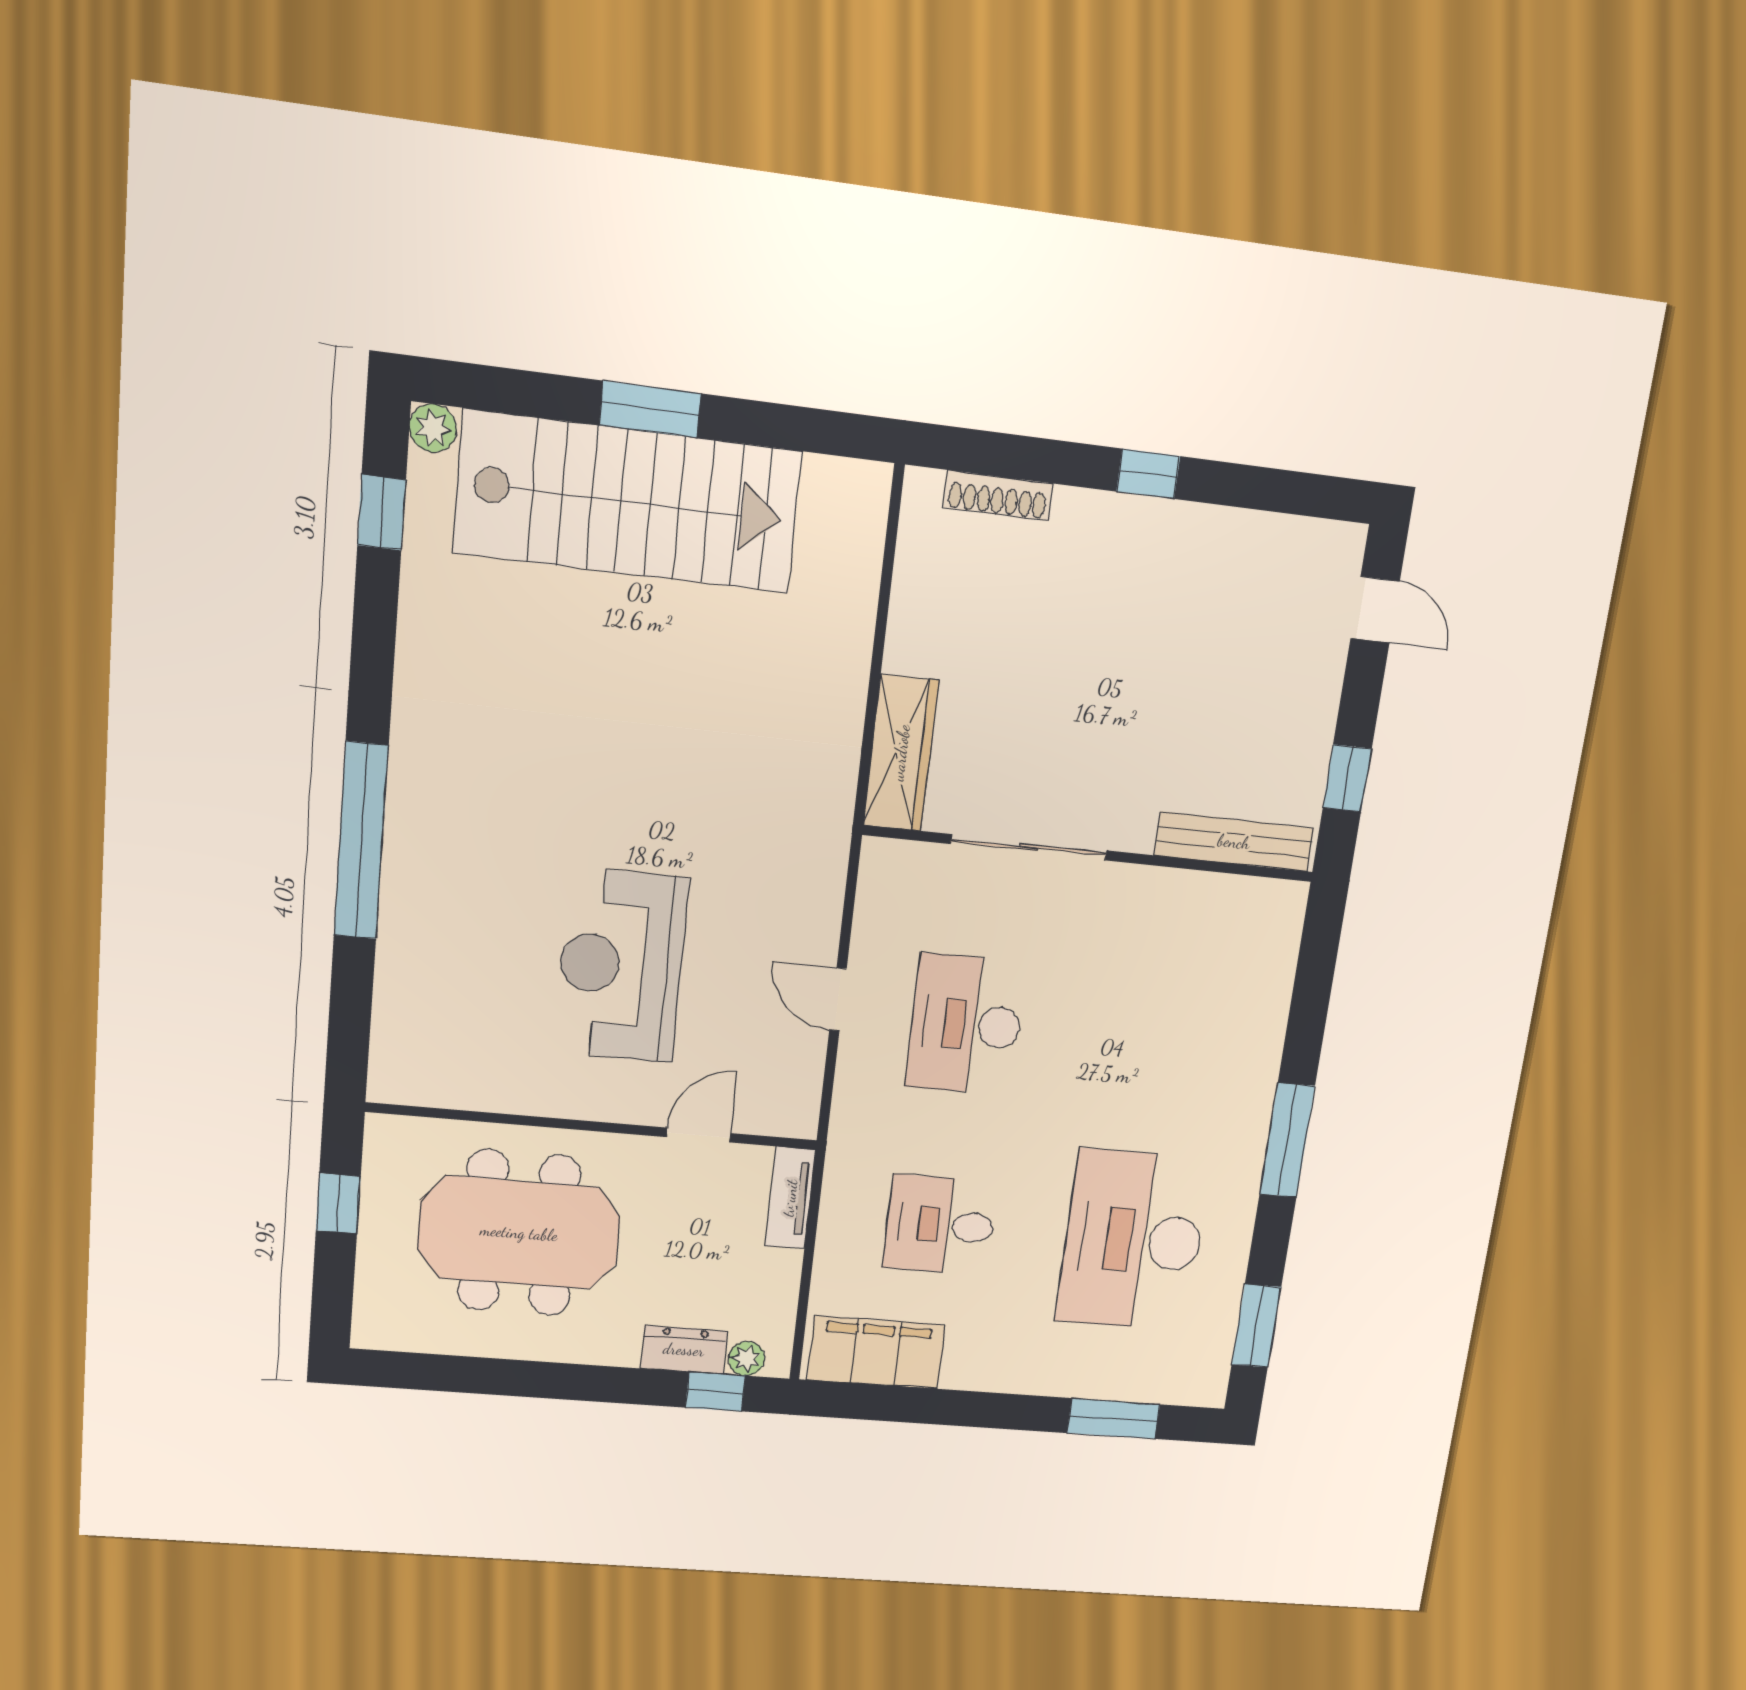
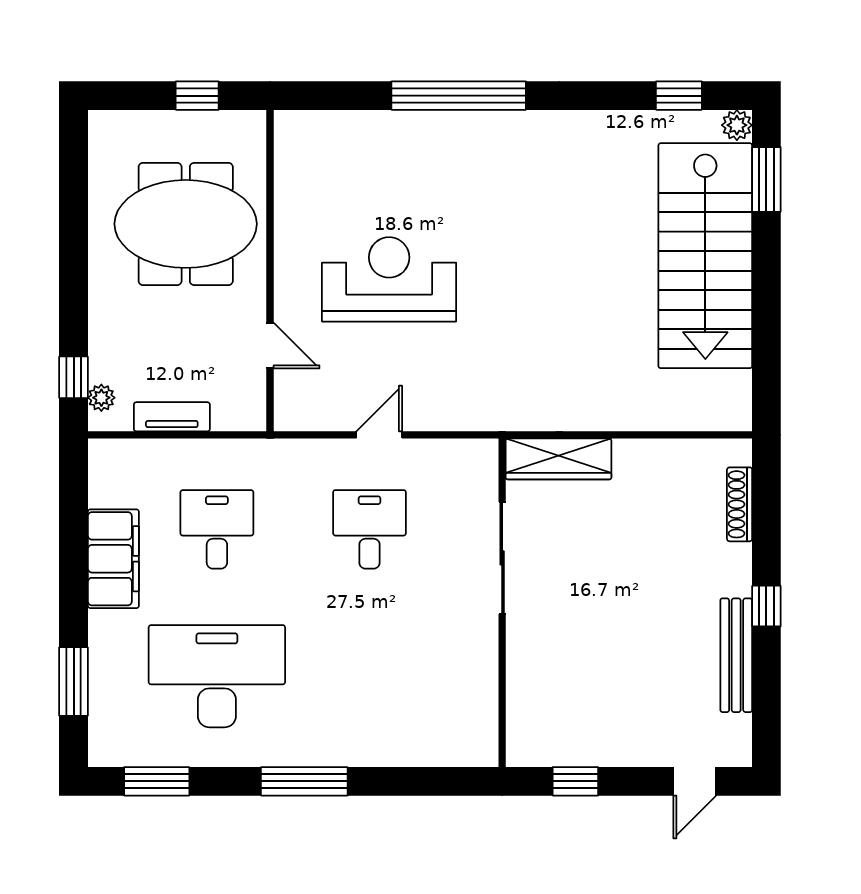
window: (650, 409) -> (766, 179), moved
bench: (1234, 842) -> (736, 655), moved
desk: (966, 1025) -> (369, 529), width x0.73
tv unit: (790, 1198) -> (172, 417), moved
meeting table: (519, 1233) -> (186, 224), turned 90
dresser: (684, 1350) -> (105, 351), removed
filing cabinet: (876, 1353) -> (113, 559), moved

